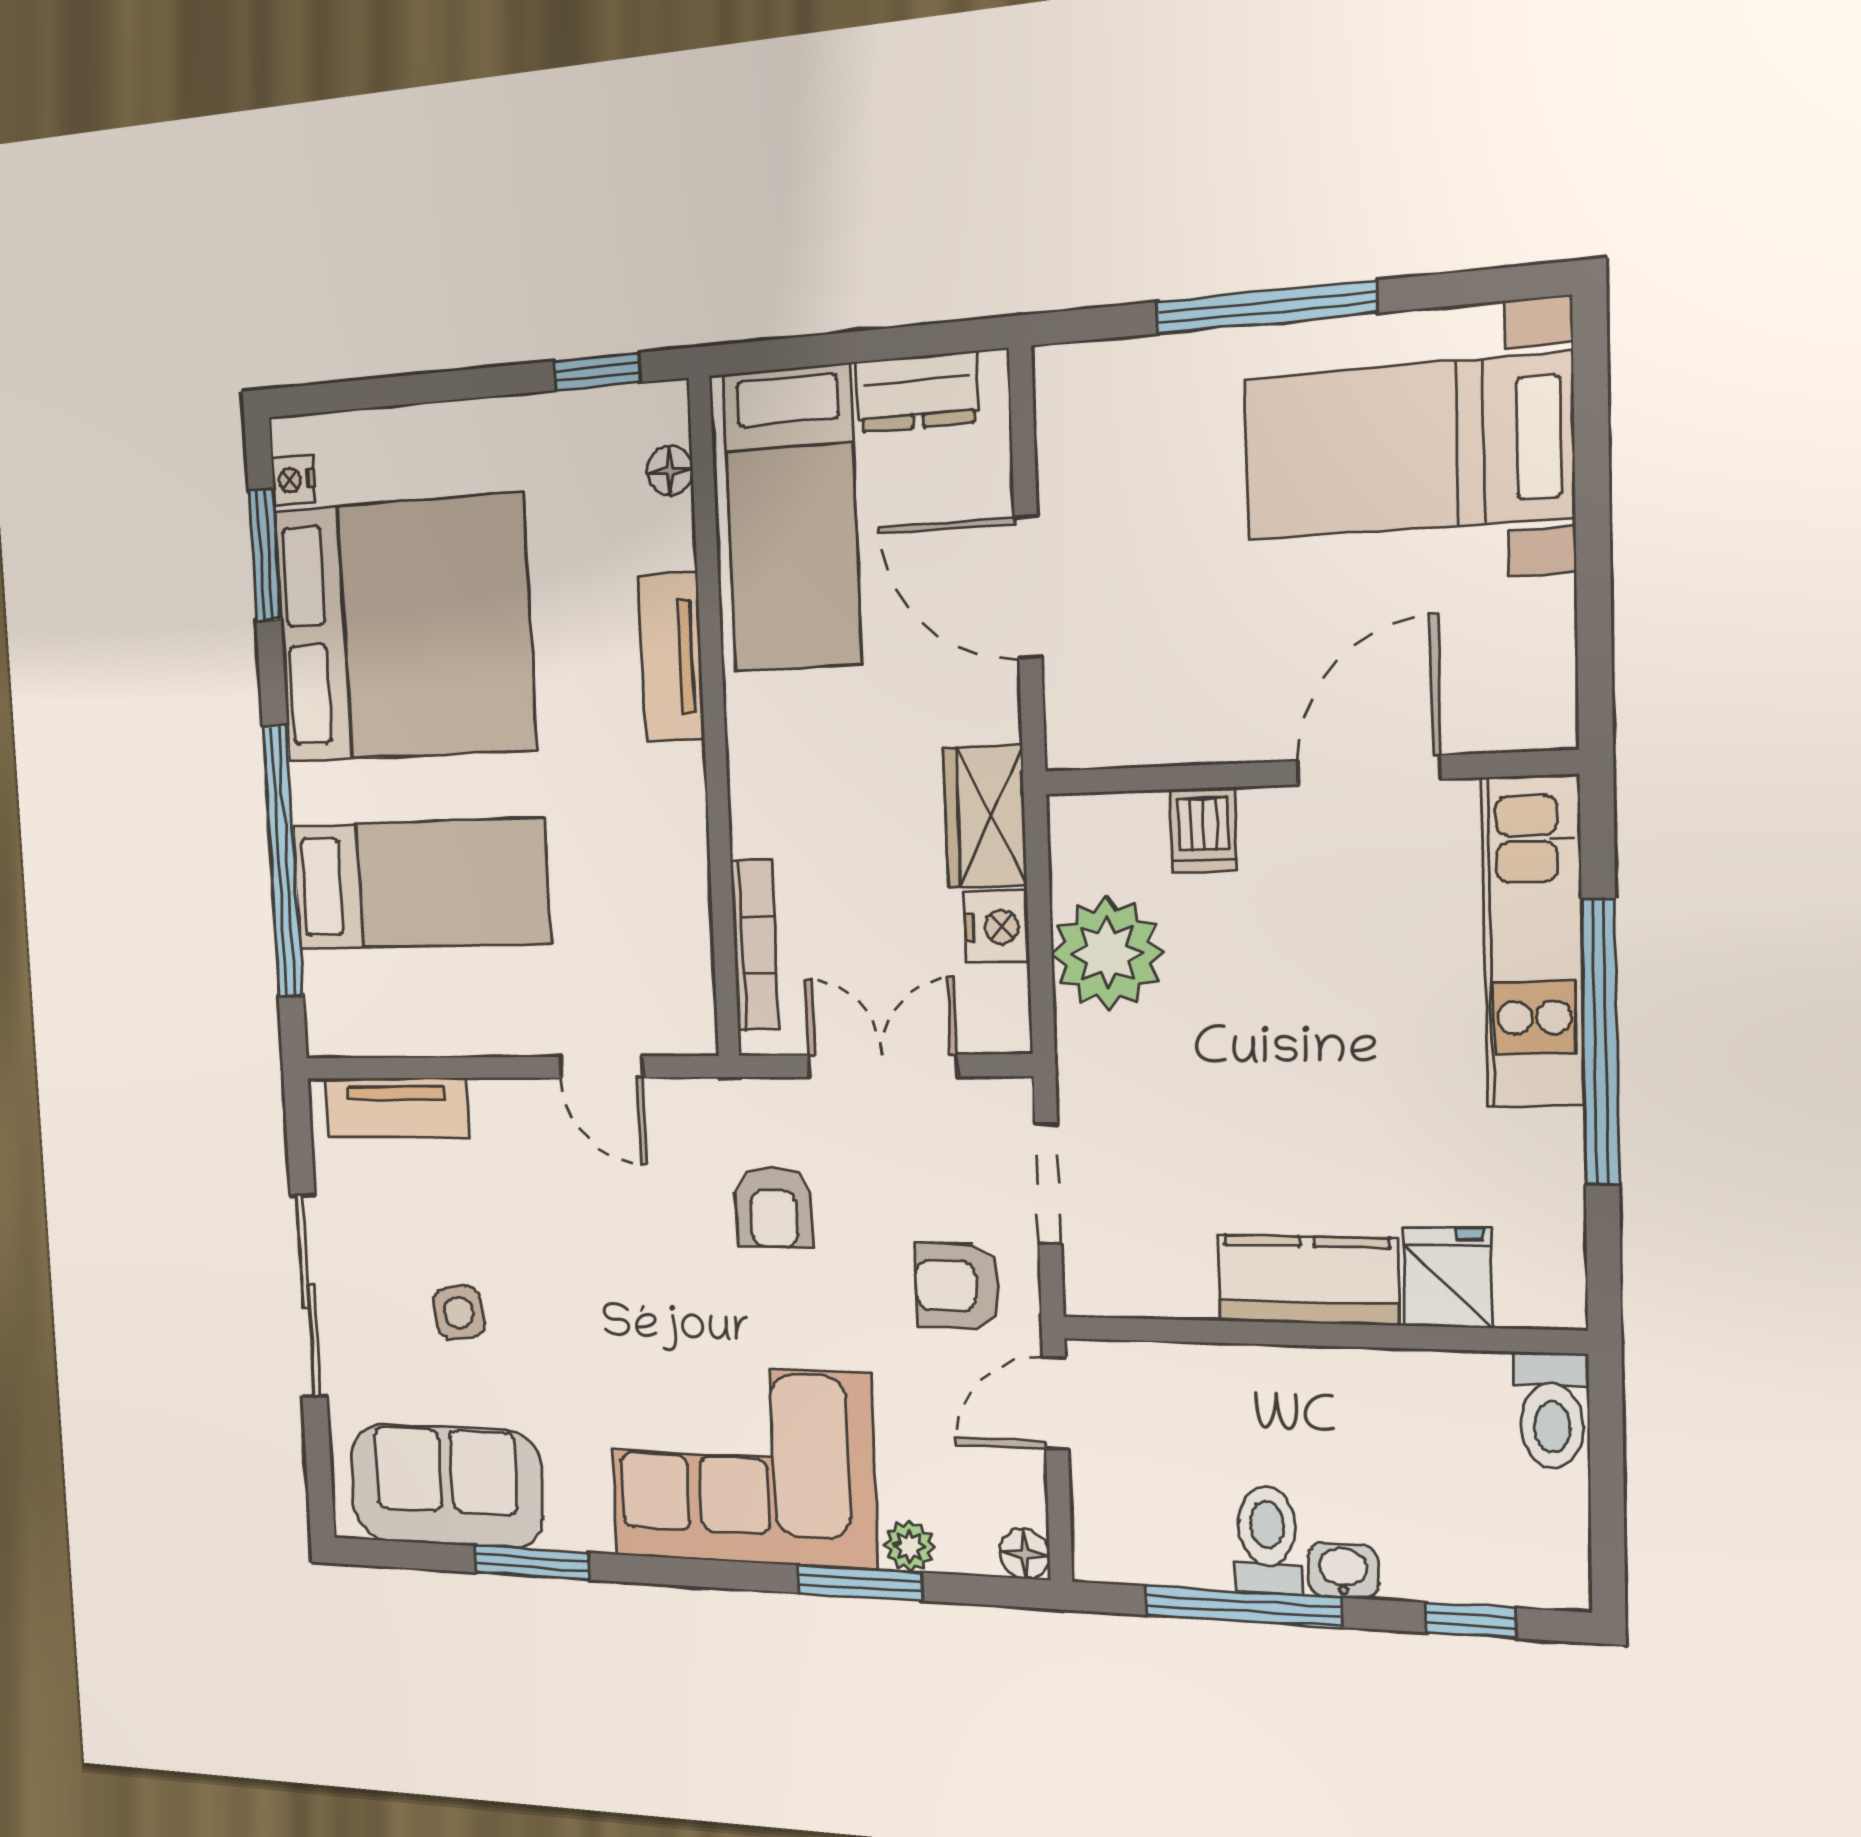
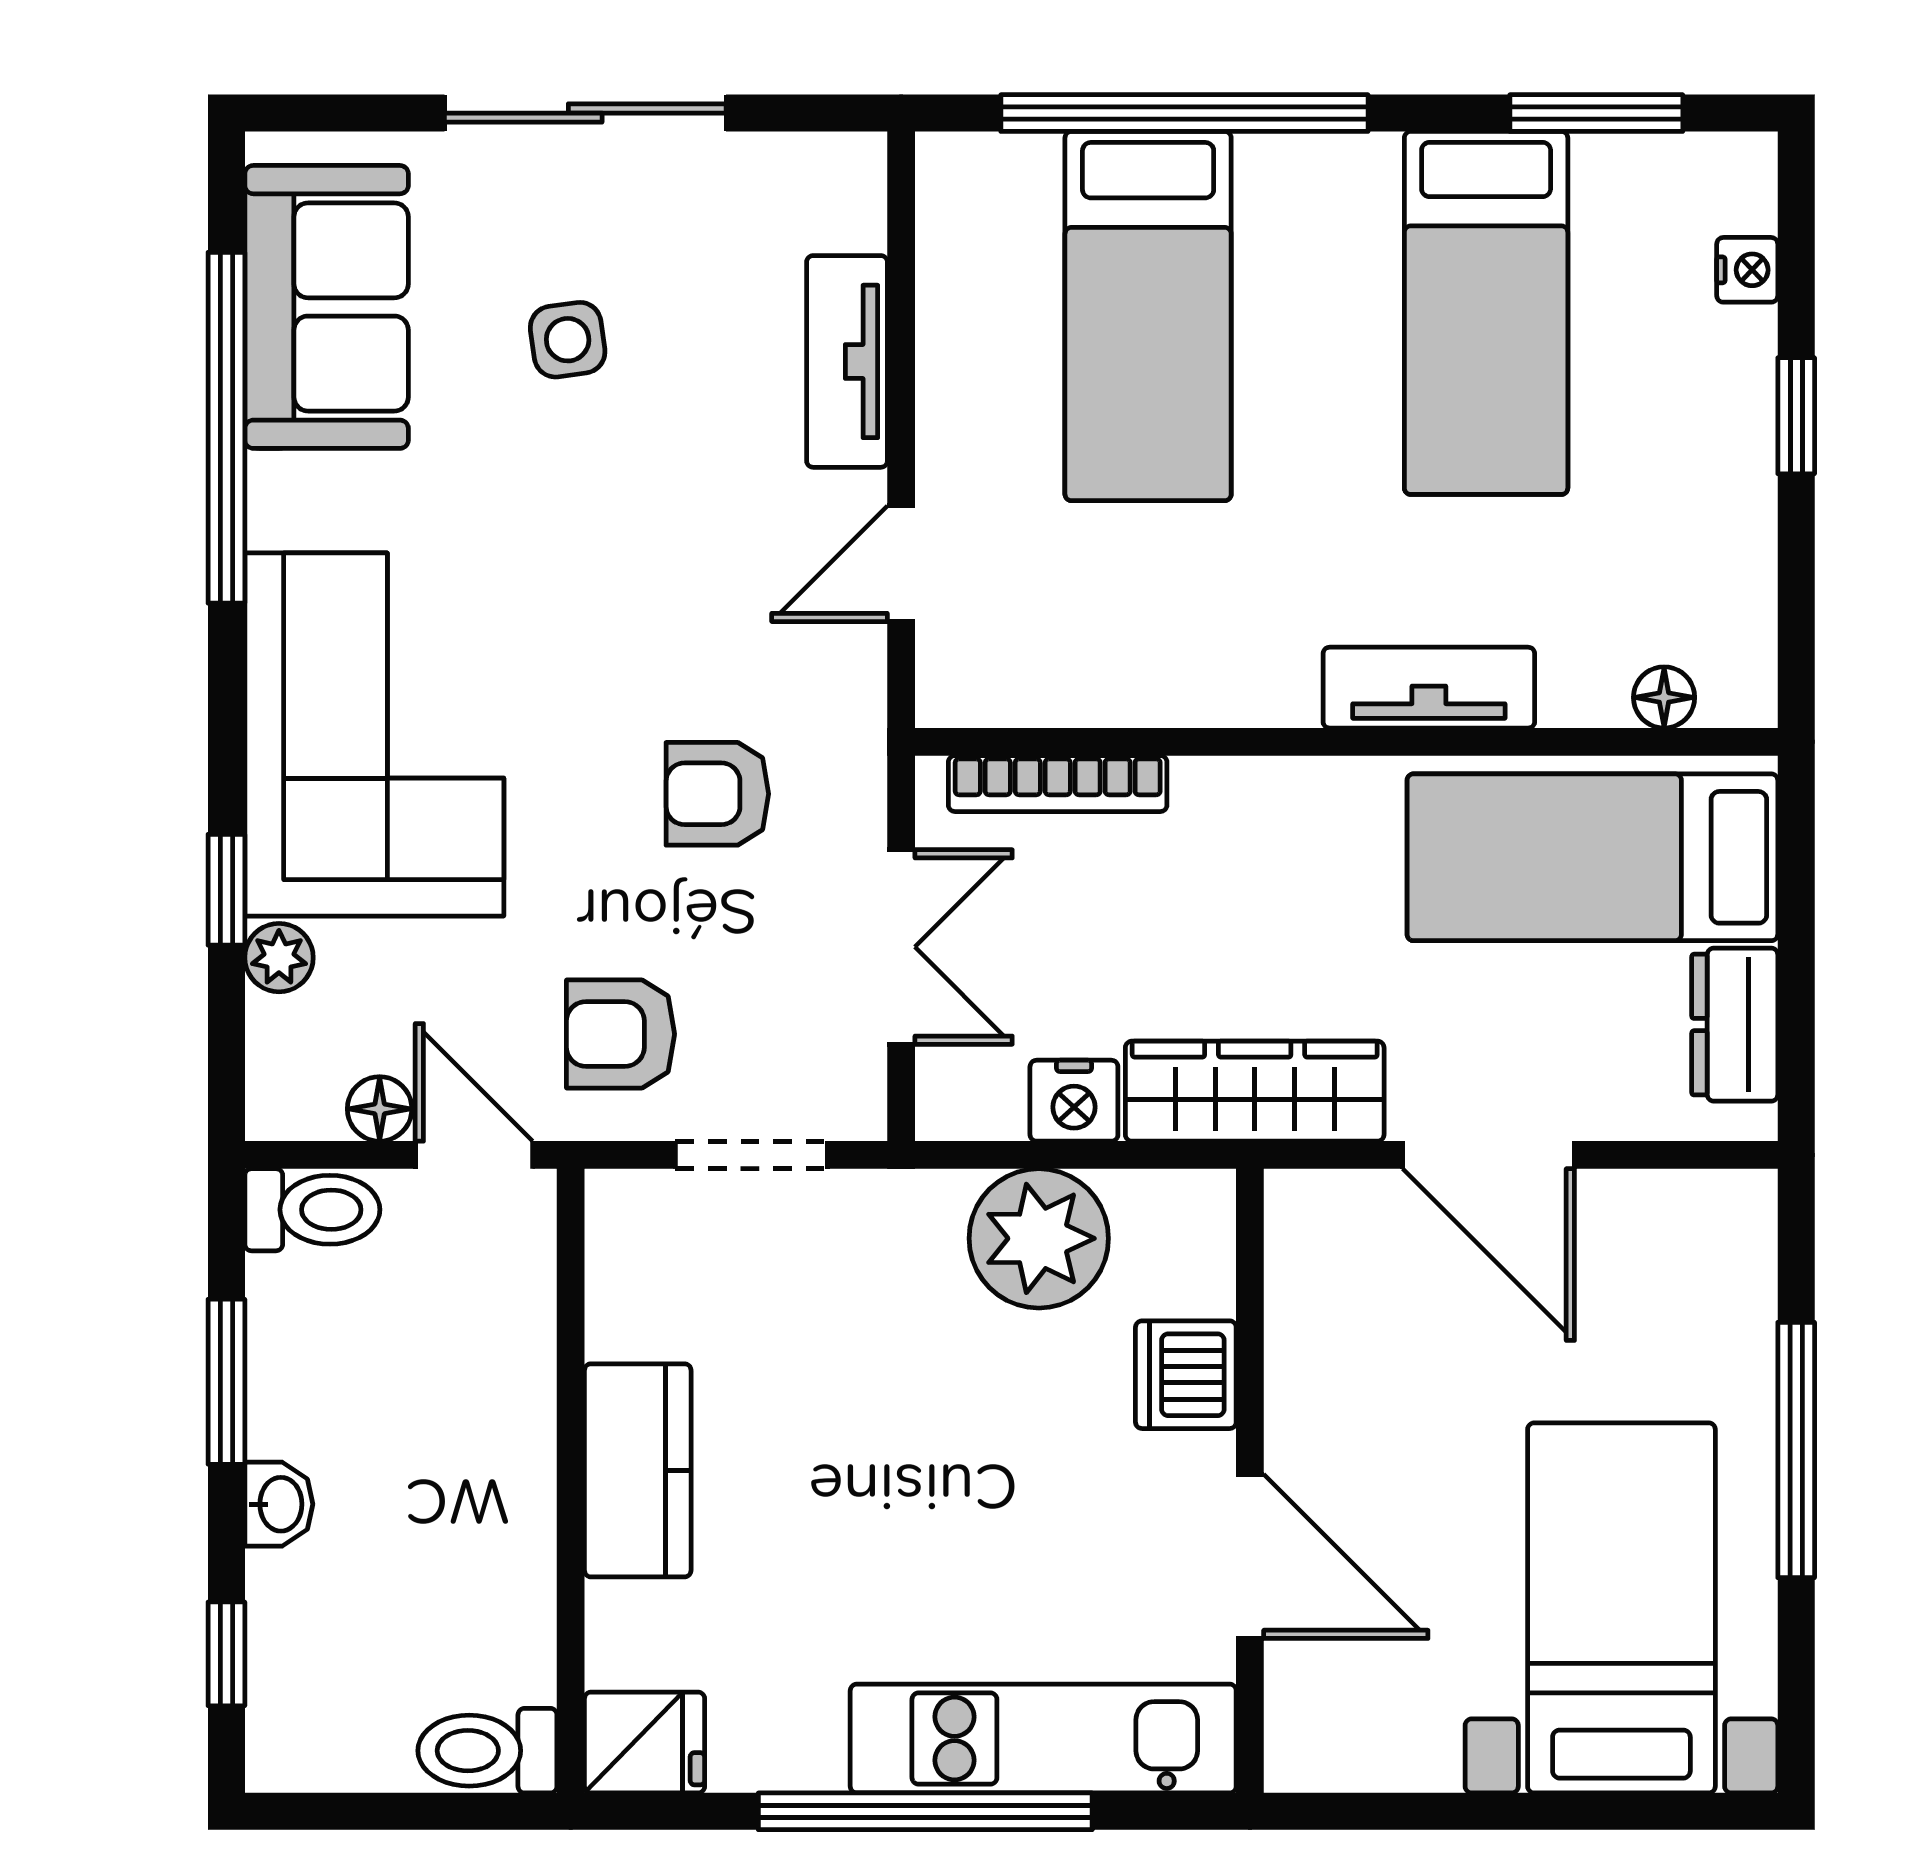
window: (597, 372) -> (1796, 416), moved
nightstand: (293, 480) -> (1747, 270), moved, turned 90
door: (1028, 587) -> (1489, 1155), swing flipped
bed: (404, 629) -> (1486, 313), width x0.49
wardrobe: (985, 816) -> (1255, 1091), width x1.50
dishwasher: (1203, 830) -> (1186, 1375), width x1.38
tv unit: (397, 1108) -> (847, 361), moved
fridge: (1448, 1277) -> (645, 1743), moved
armchair: (957, 1286) -> (620, 1034), turned -90
toilet: (1267, 1540) -> (312, 1210), moved
floor lamp: (1025, 1554) -> (380, 1109), moved
window: (532, 1563) -> (226, 428), width x2.11
window: (860, 1583) -> (226, 890), width x0.67
window: (1243, 1606) -> (226, 1382), width x0.69

